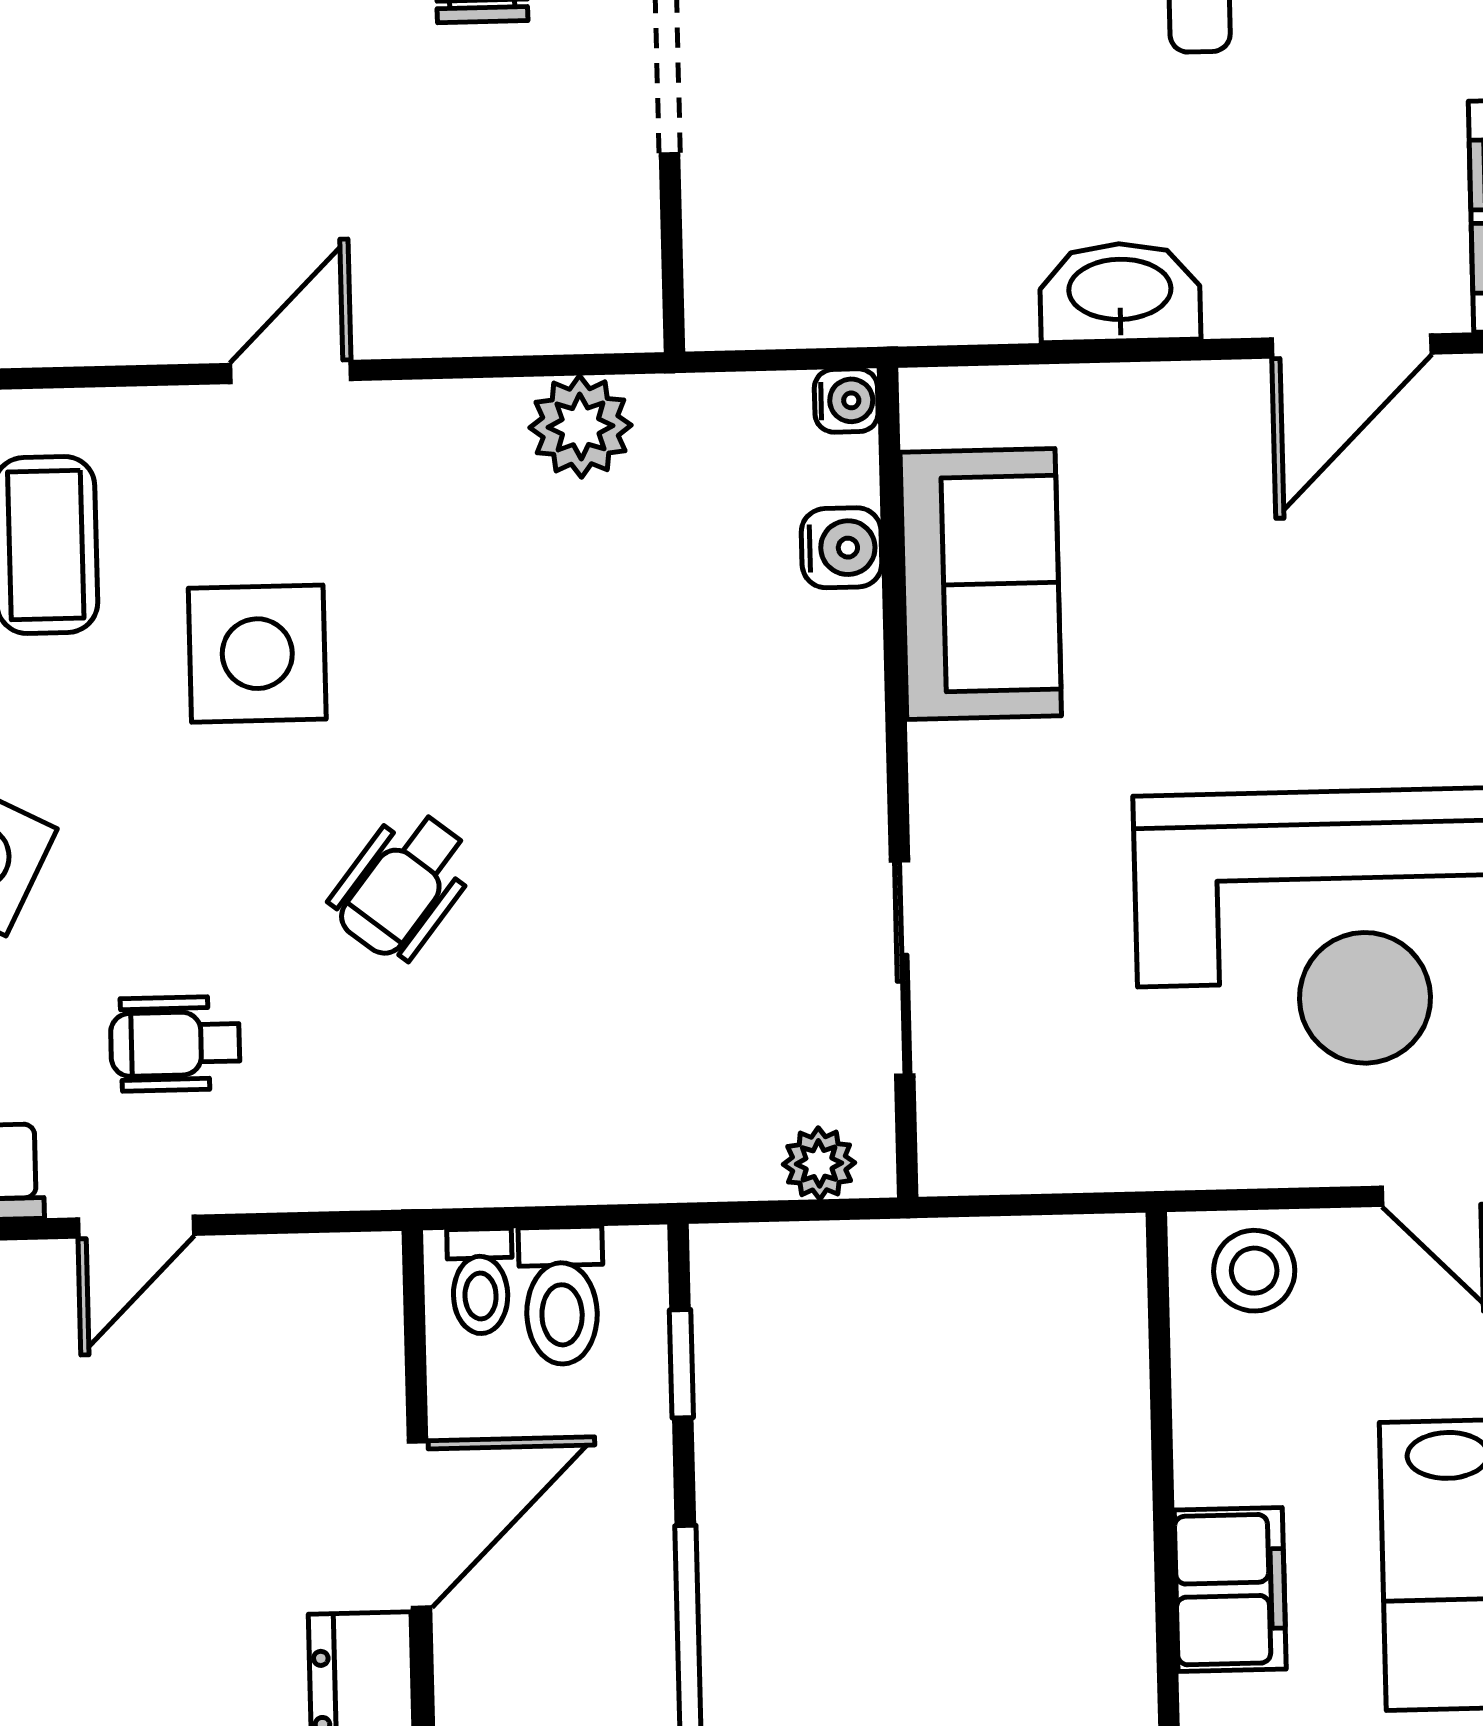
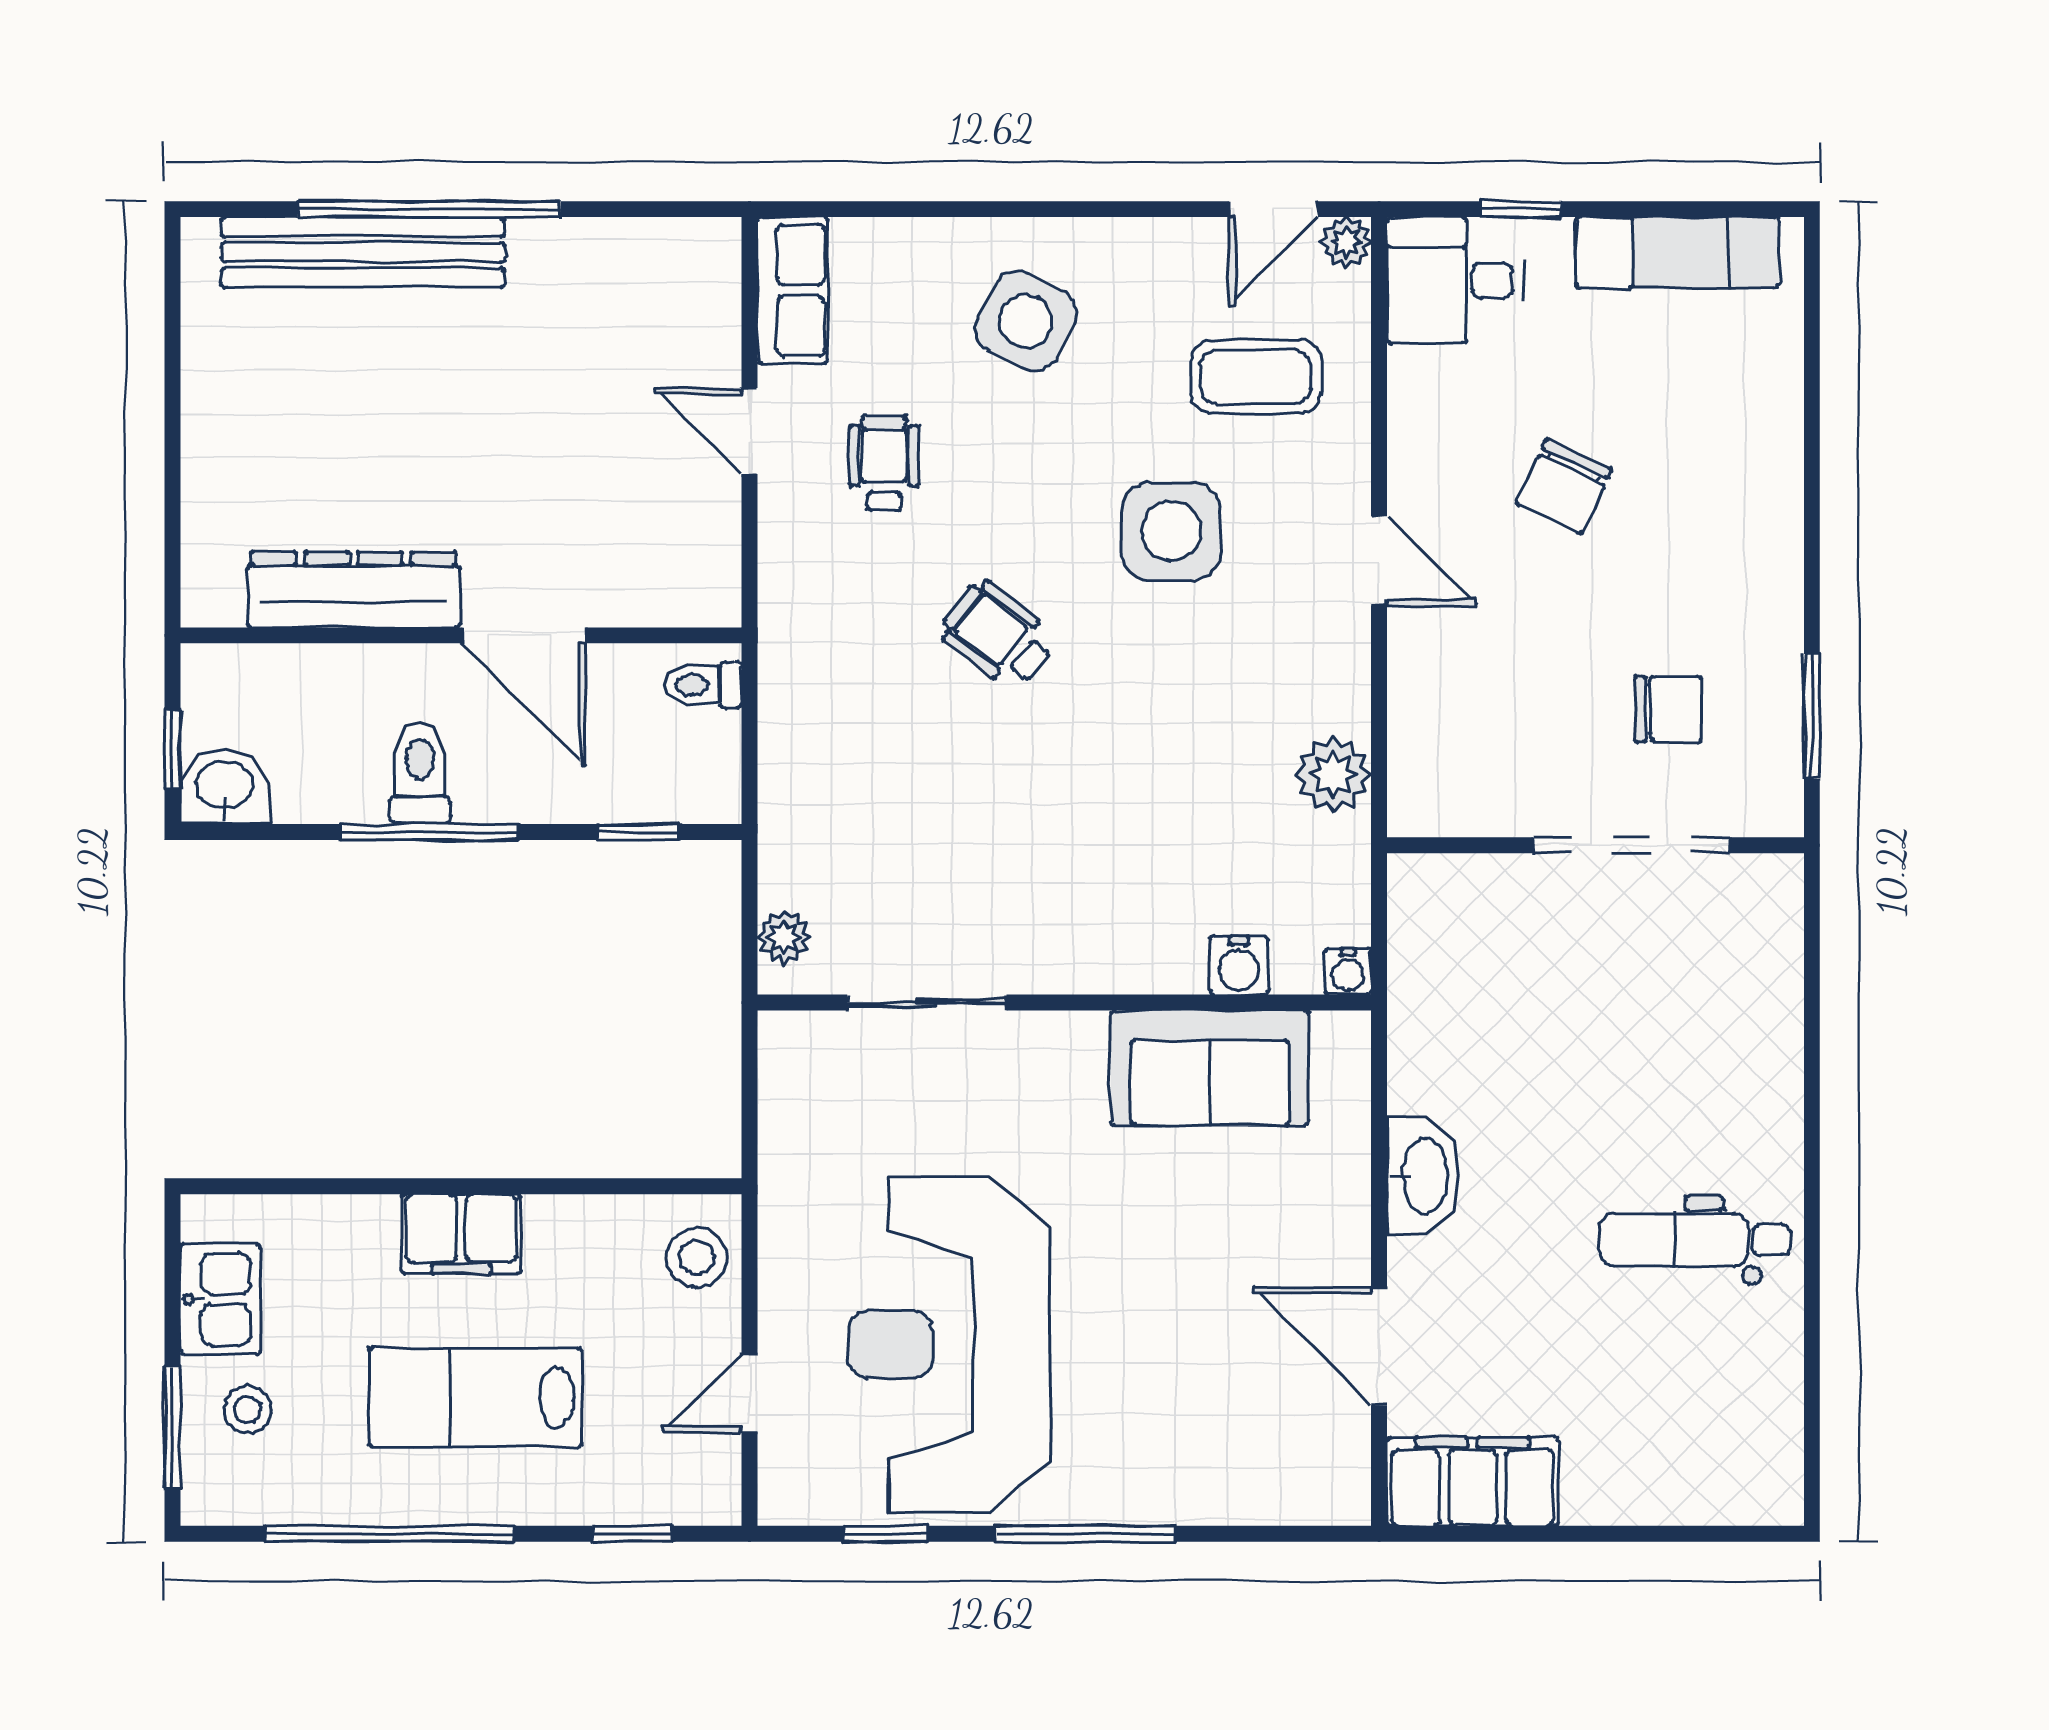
chair: (184, 125) -> (1564, 486), added
toilet: (562, 1296) -> (420, 773), moved, turned 90

